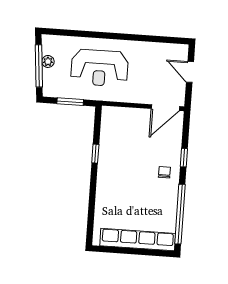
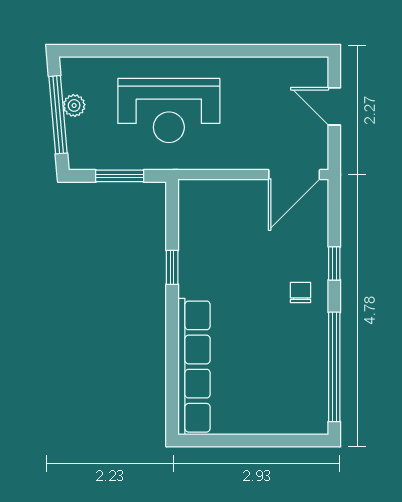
row of seats: (138, 240) -> (194, 367), moved, turned 90

